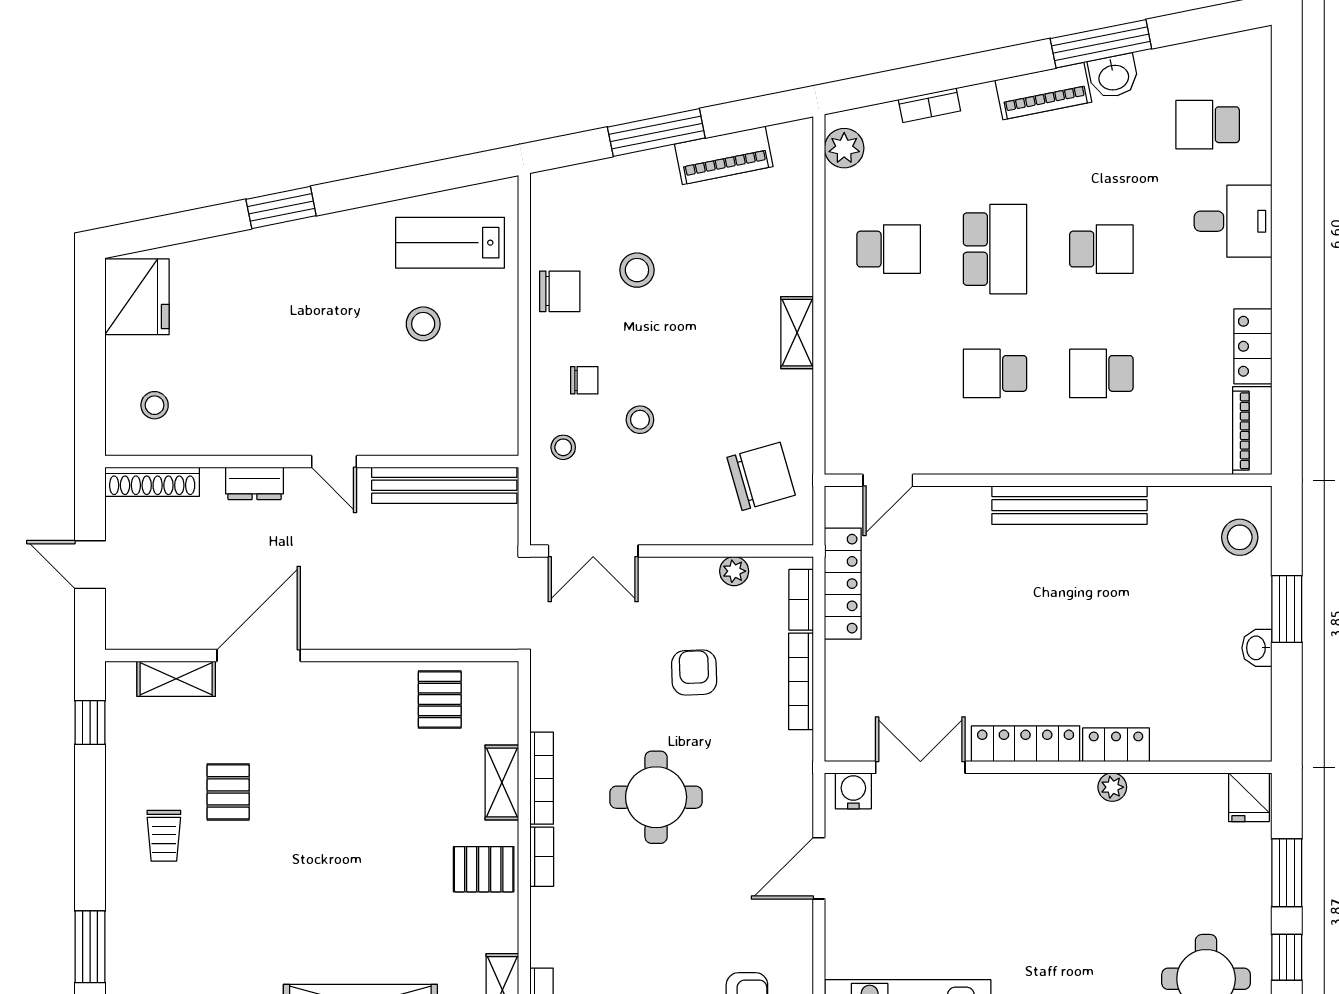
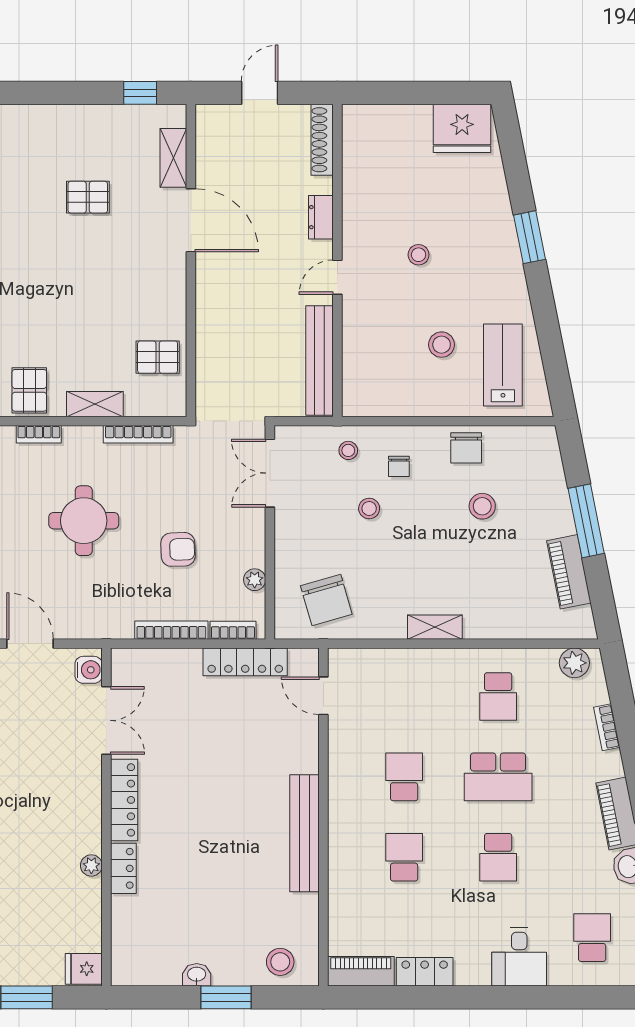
stool: (155, 405) -> (419, 255), moved
bookcase: (542, 778) -> (138, 434), moved
trolley: (164, 836) -> (55, 149), removed

